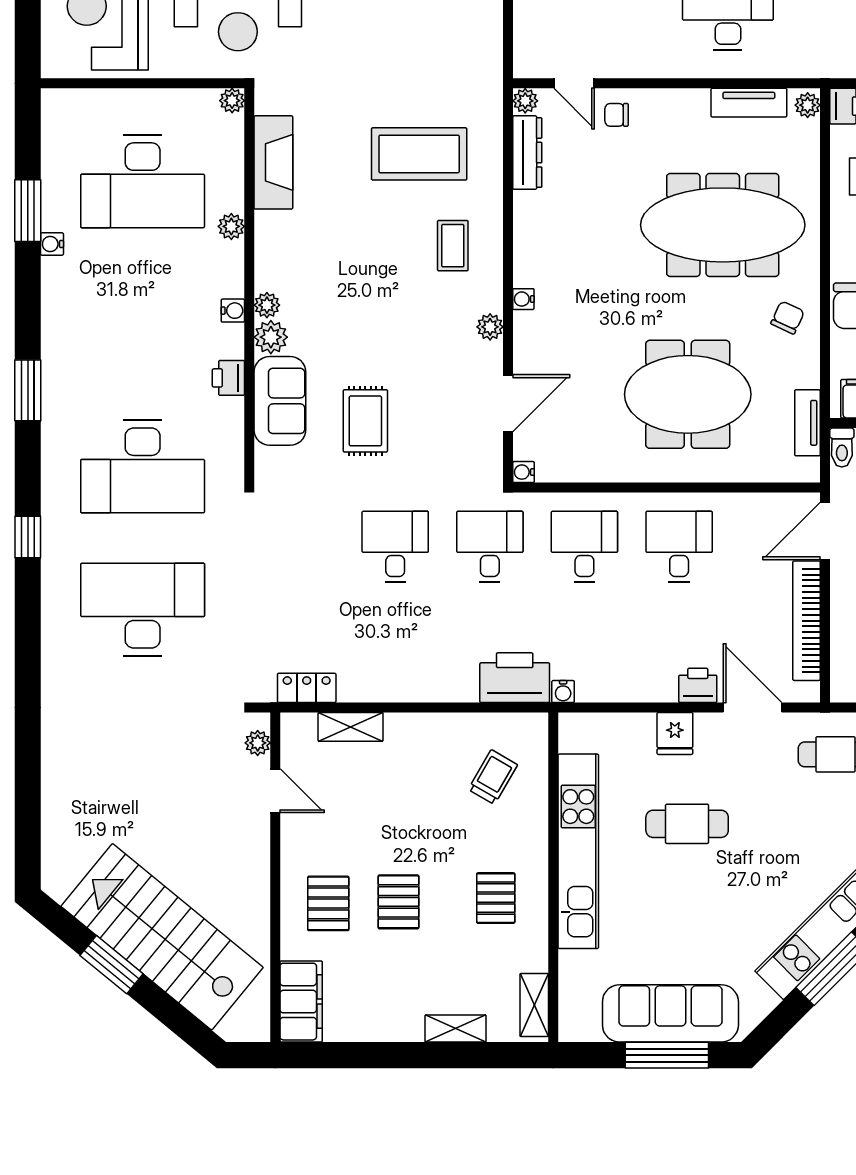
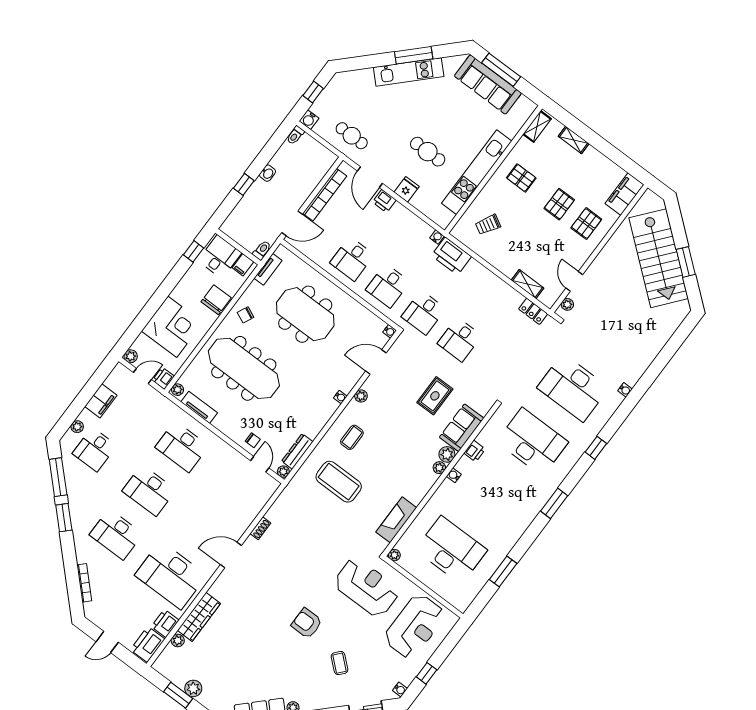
plant: (231, 226) -> (430, 508), removed
water cooler: (52, 244) -> (625, 390), moved
pallet: (496, 898) -> (521, 178), turned 90

